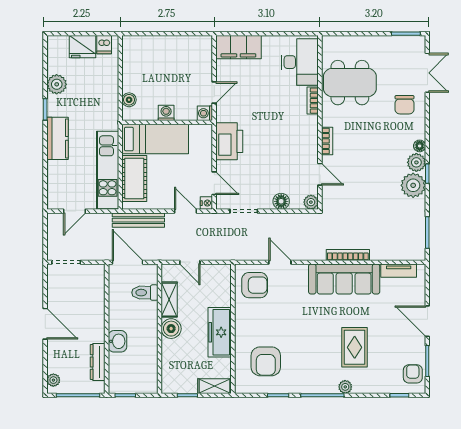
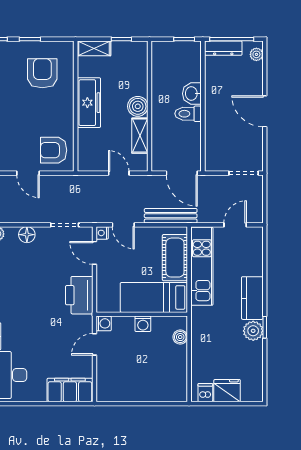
plant: (57, 84) -> (253, 331), moved
toilet: (145, 293) -> (188, 114), moved, turned 180
dresser: (98, 362) -> (223, 48), moved, turned 90

